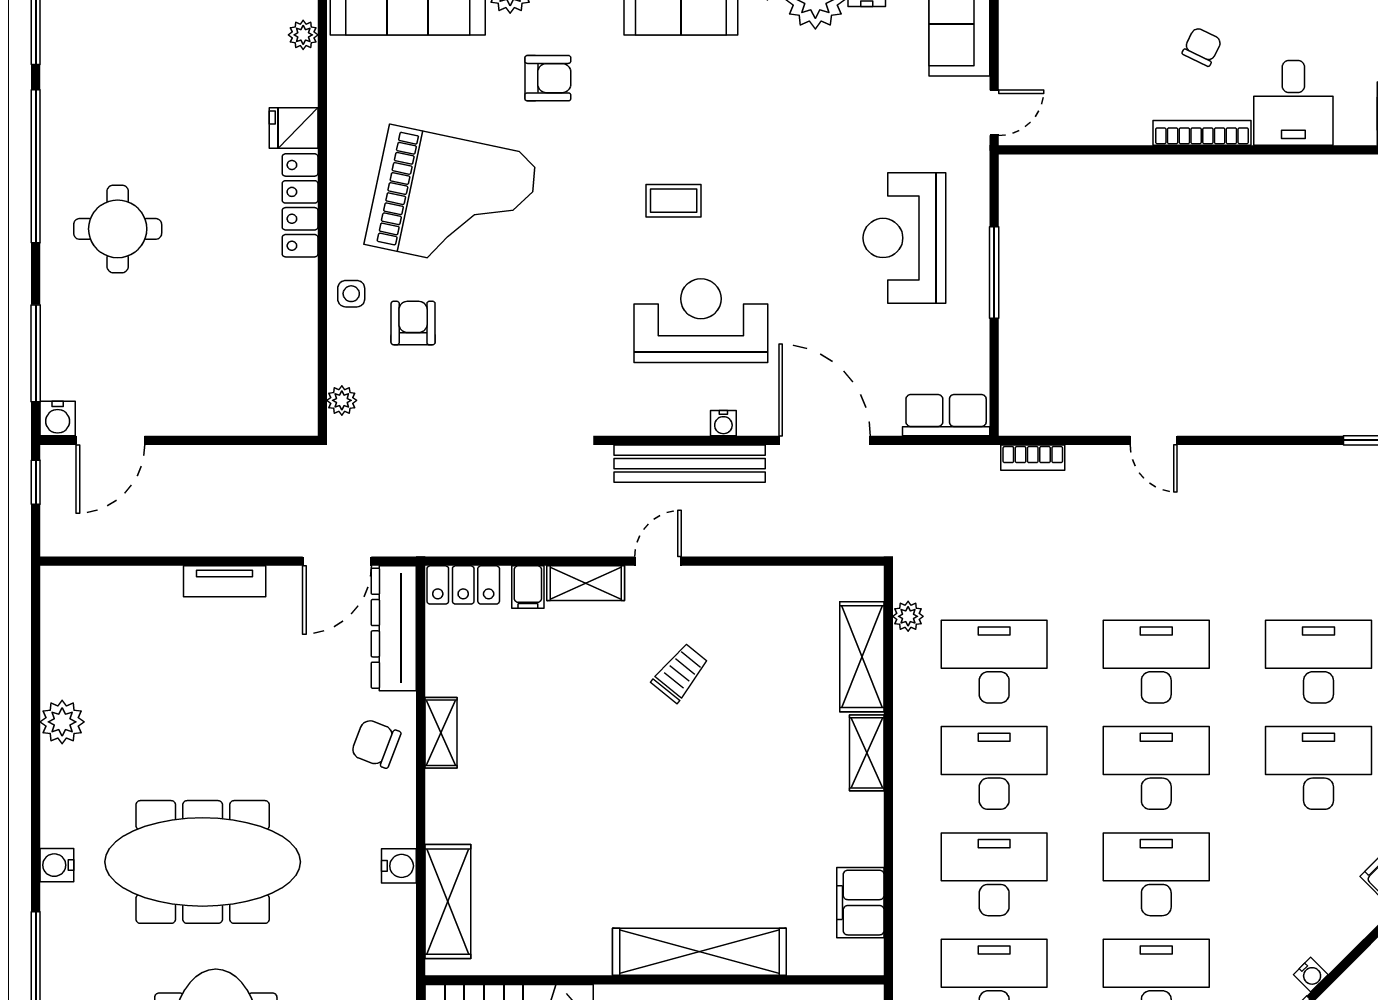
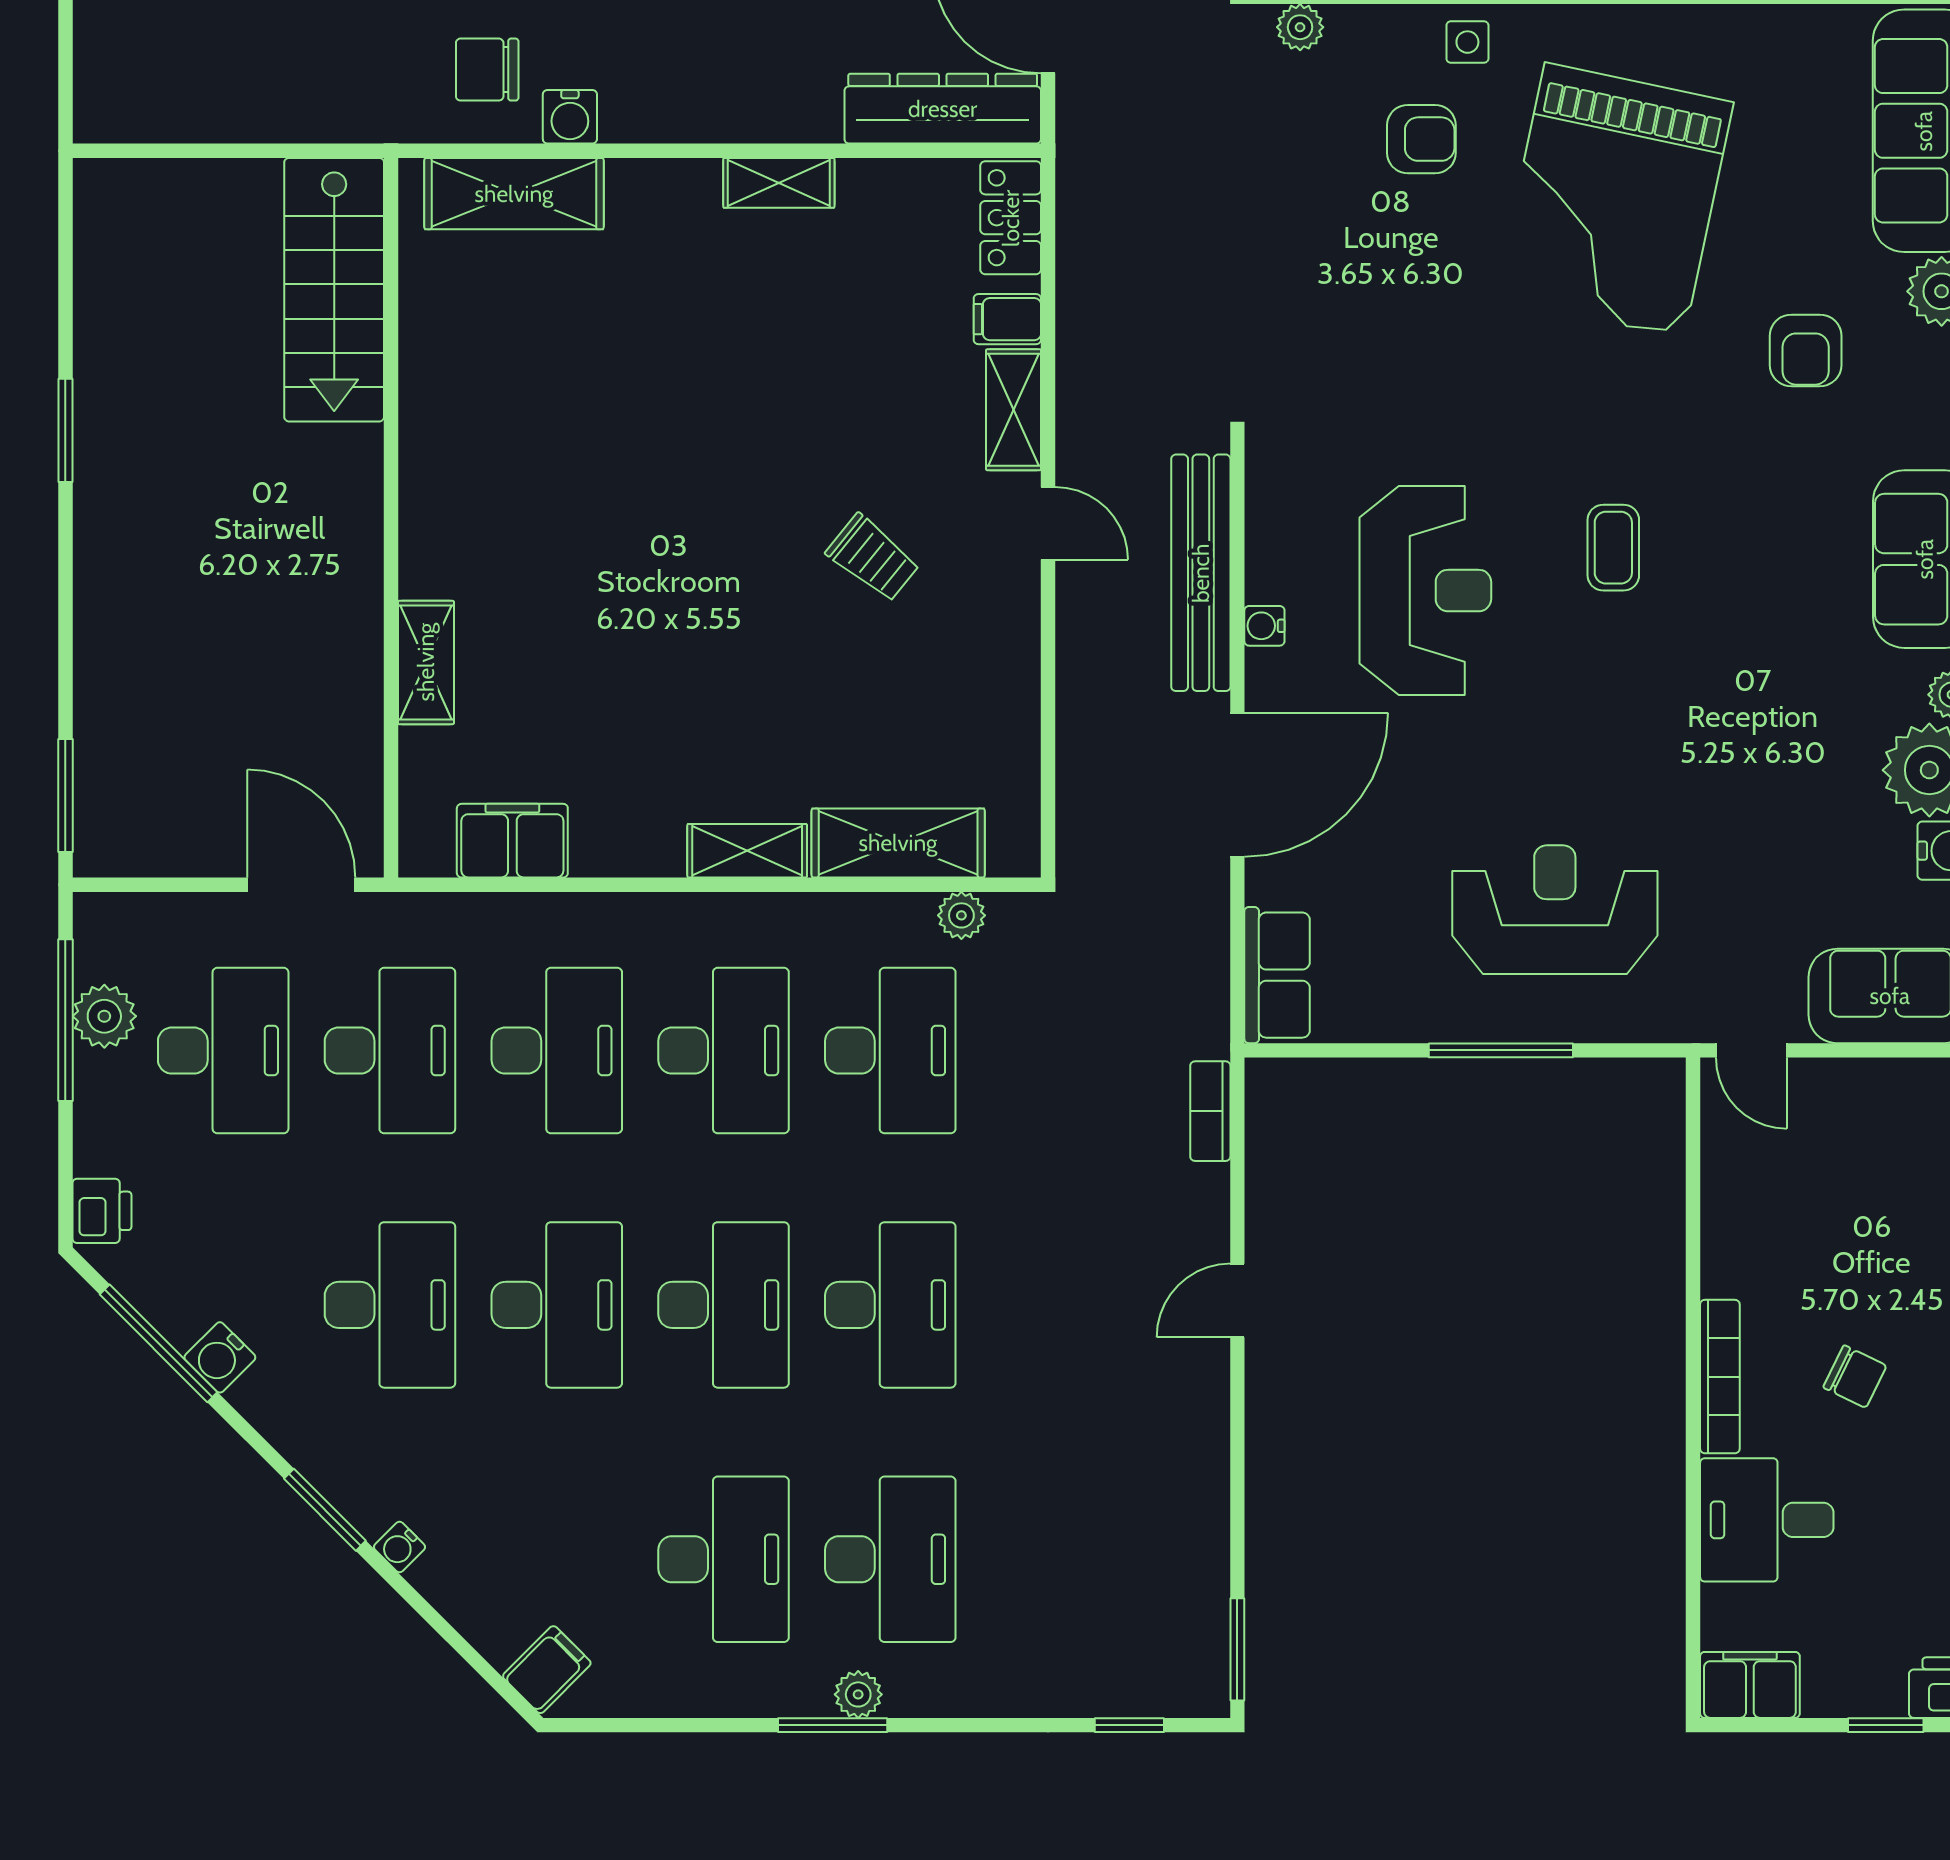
chair: (376, 744) -> (487, 70), moved, turned -111
shelving: (699, 952) -> (426, 662), width x0.45, depth x0.75

